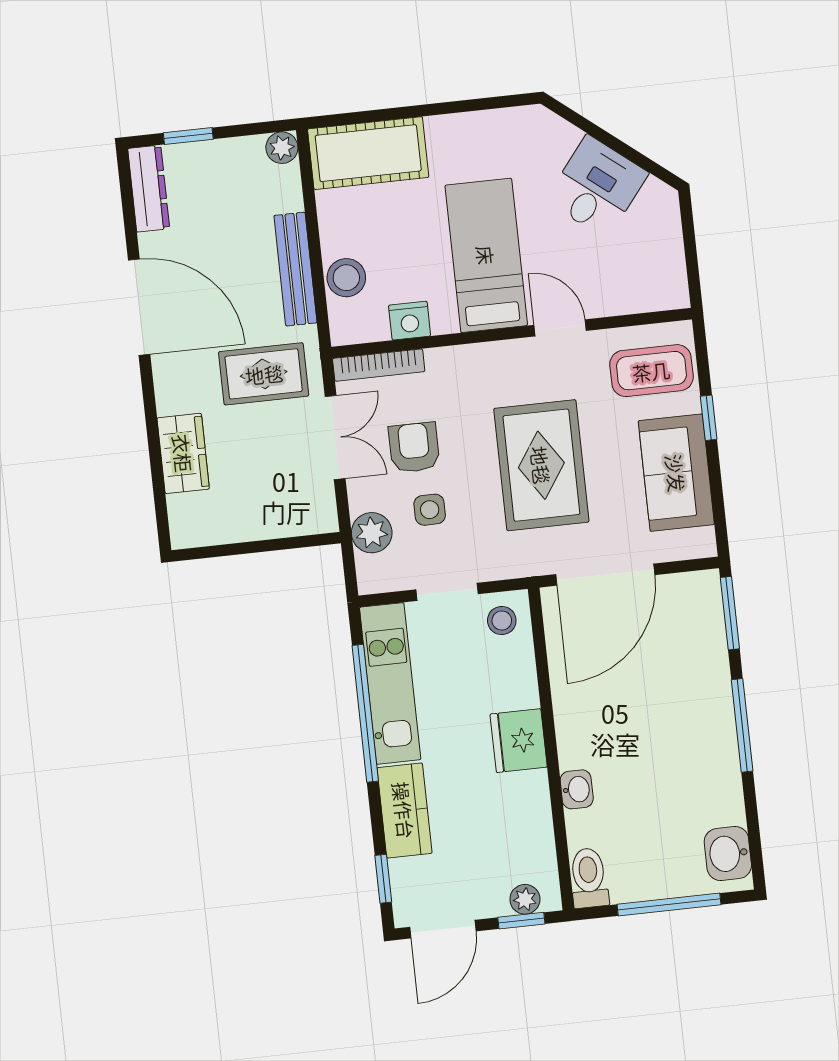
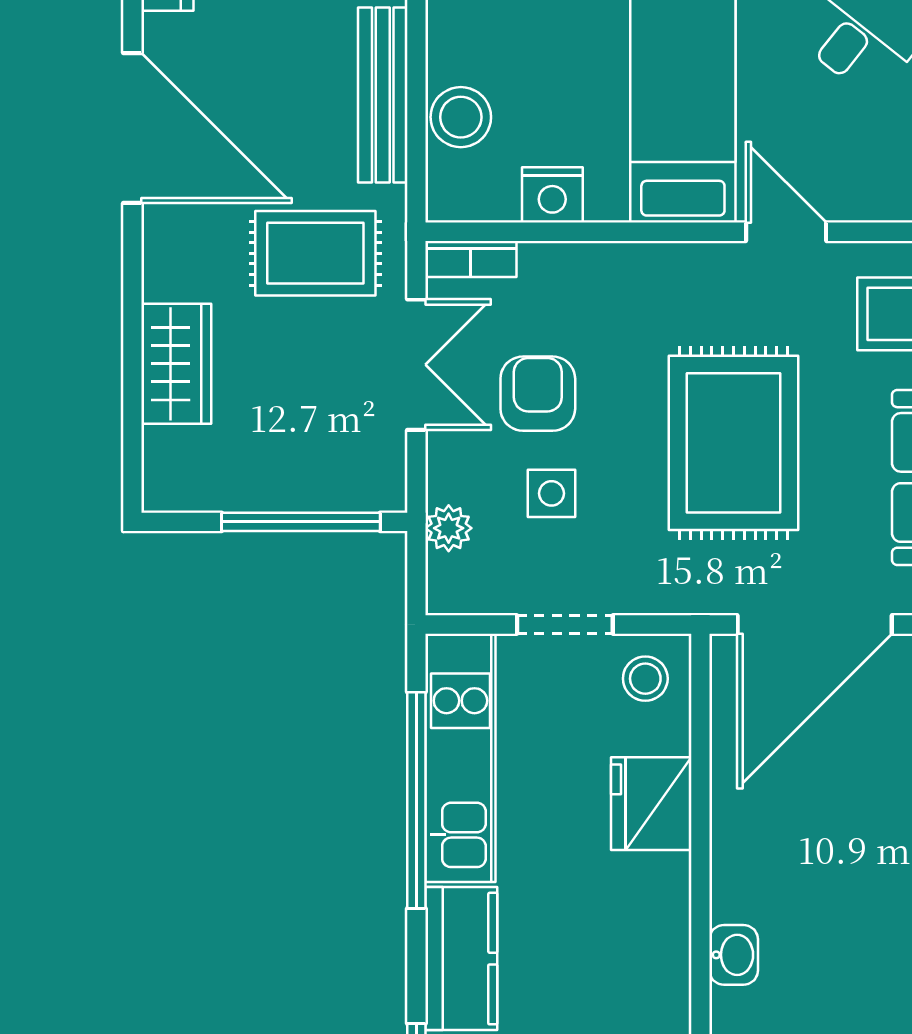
bookcase: (379, 365) -> (471, 259), width x0.64
plant: (372, 533) -> (449, 528), width x0.73, depth x0.73
window: (273, 545) -> (301, 522), added
fridge: (519, 741) -> (651, 804), moved

